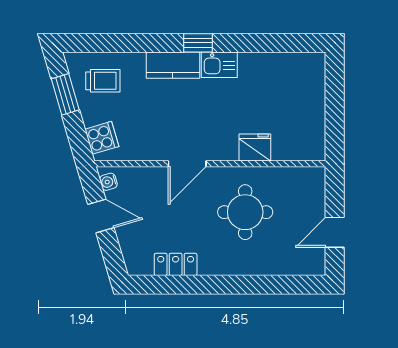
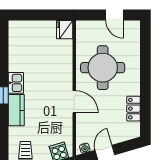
fridge: (255, 147) -> (65, 30), moved
round table: (245, 212) -> (103, 68), width x1.36, depth x1.36

